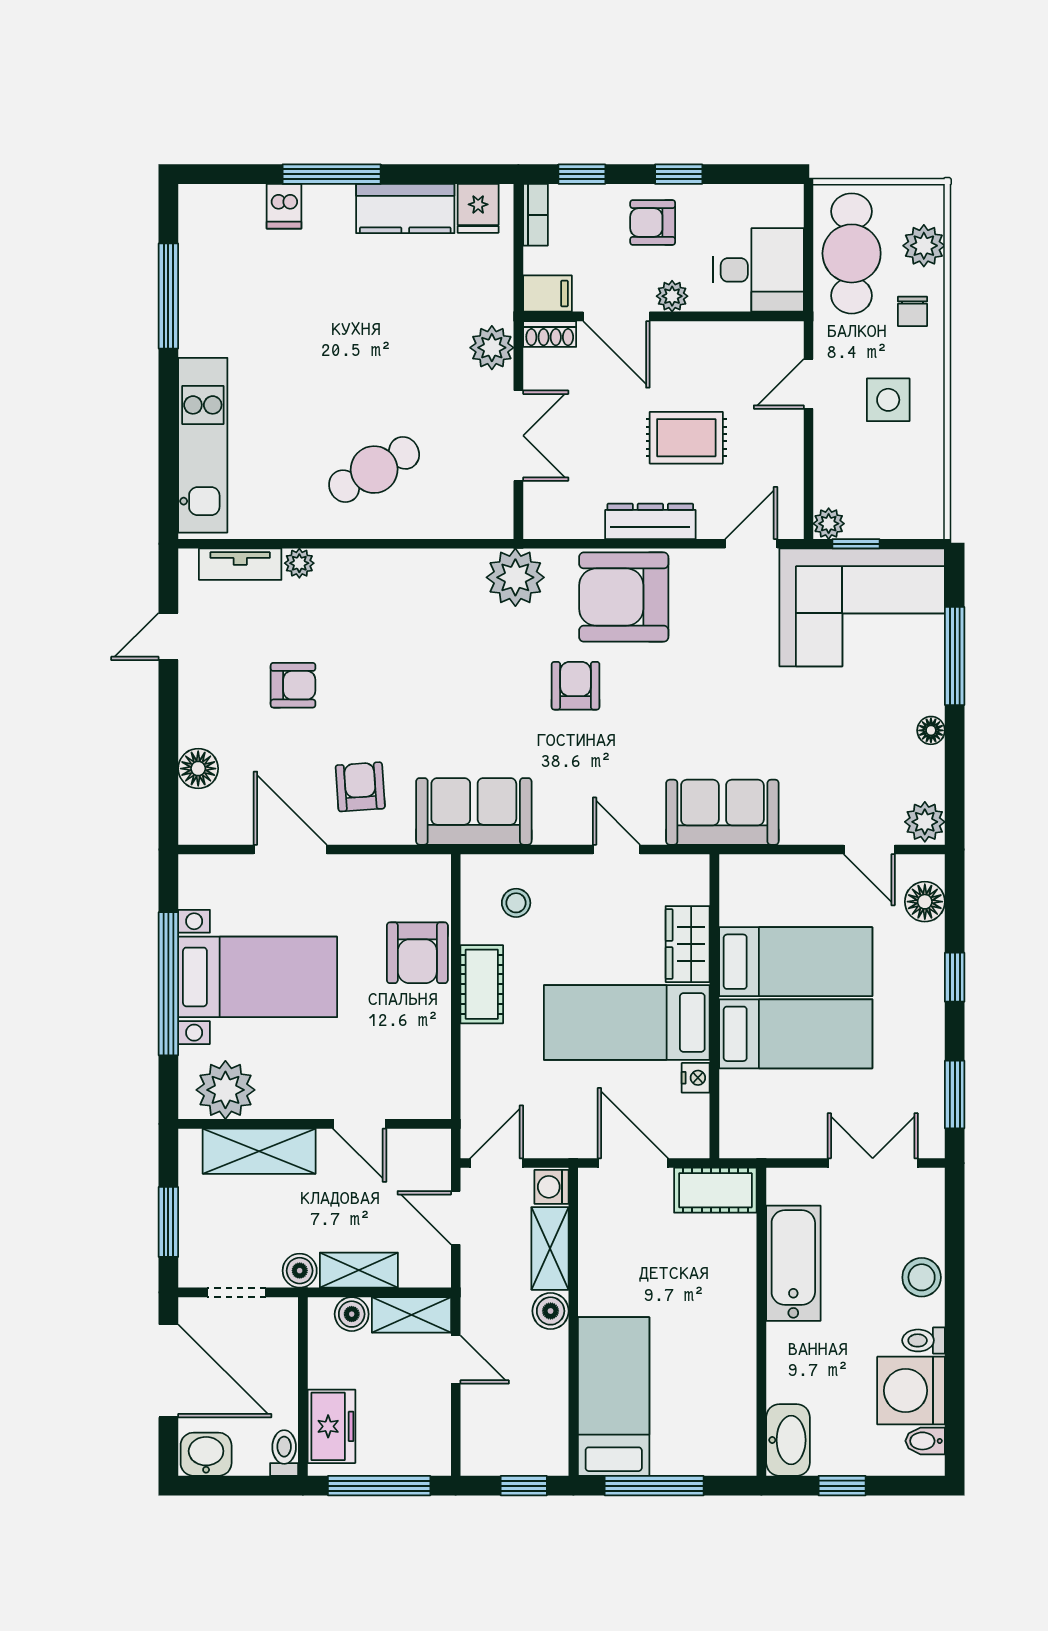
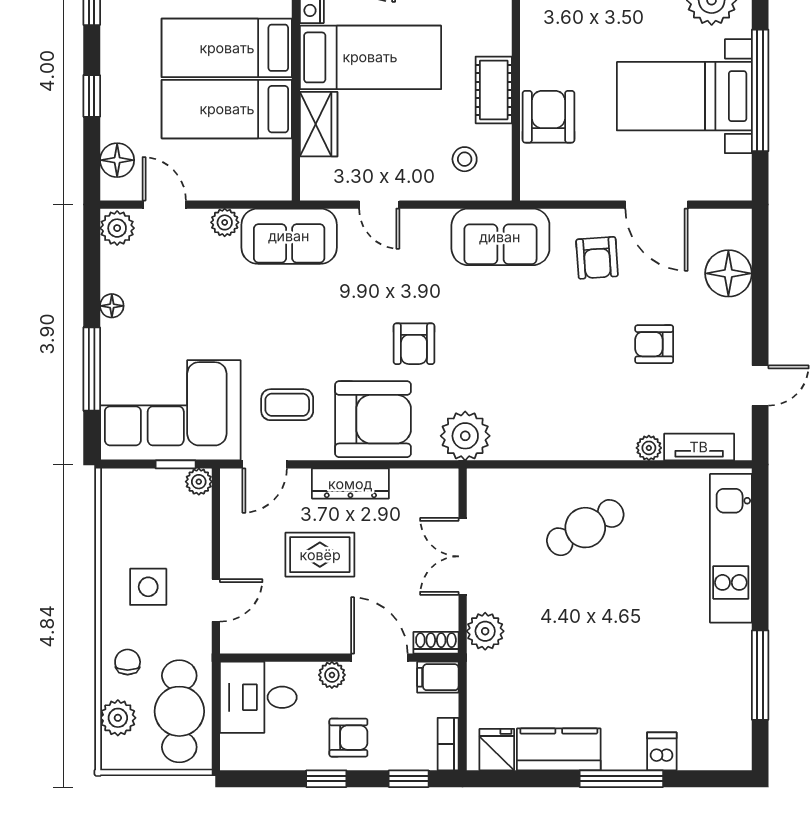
coffee table: (725, 614) -> (287, 405), added
floor lamp: (198, 769) -> (728, 273), width x1.38, depth x1.38
plant: (798, 828) -> (225, 222), added

